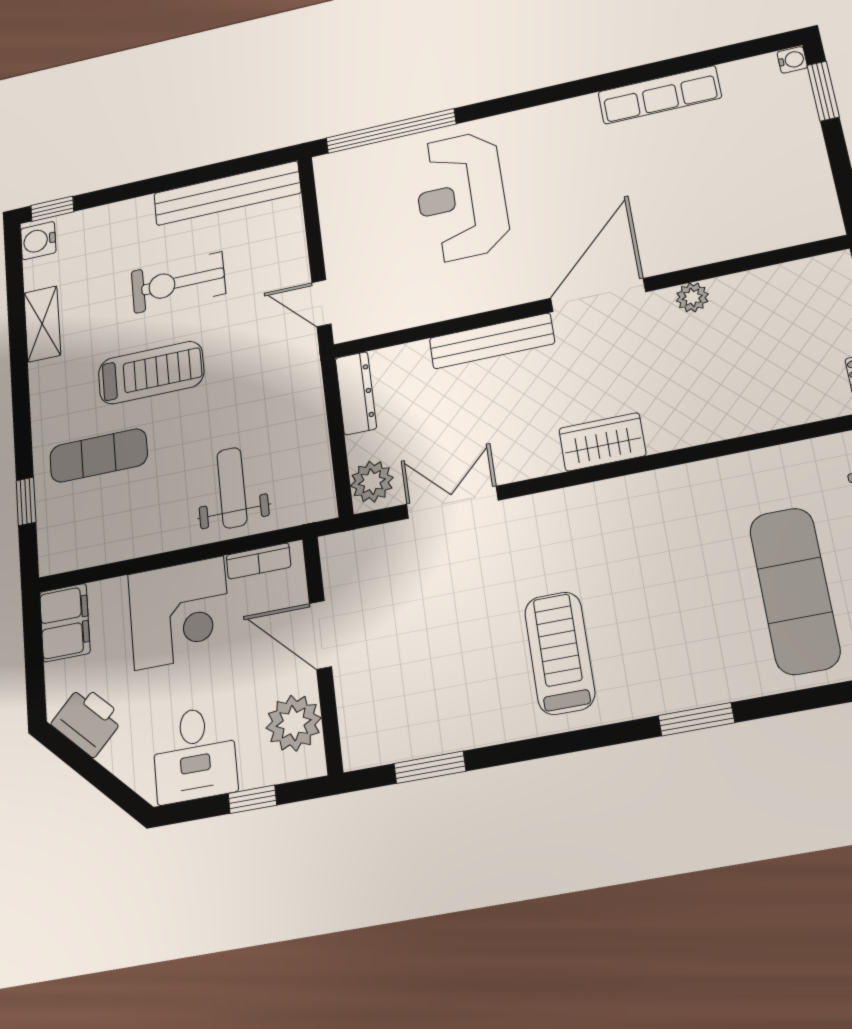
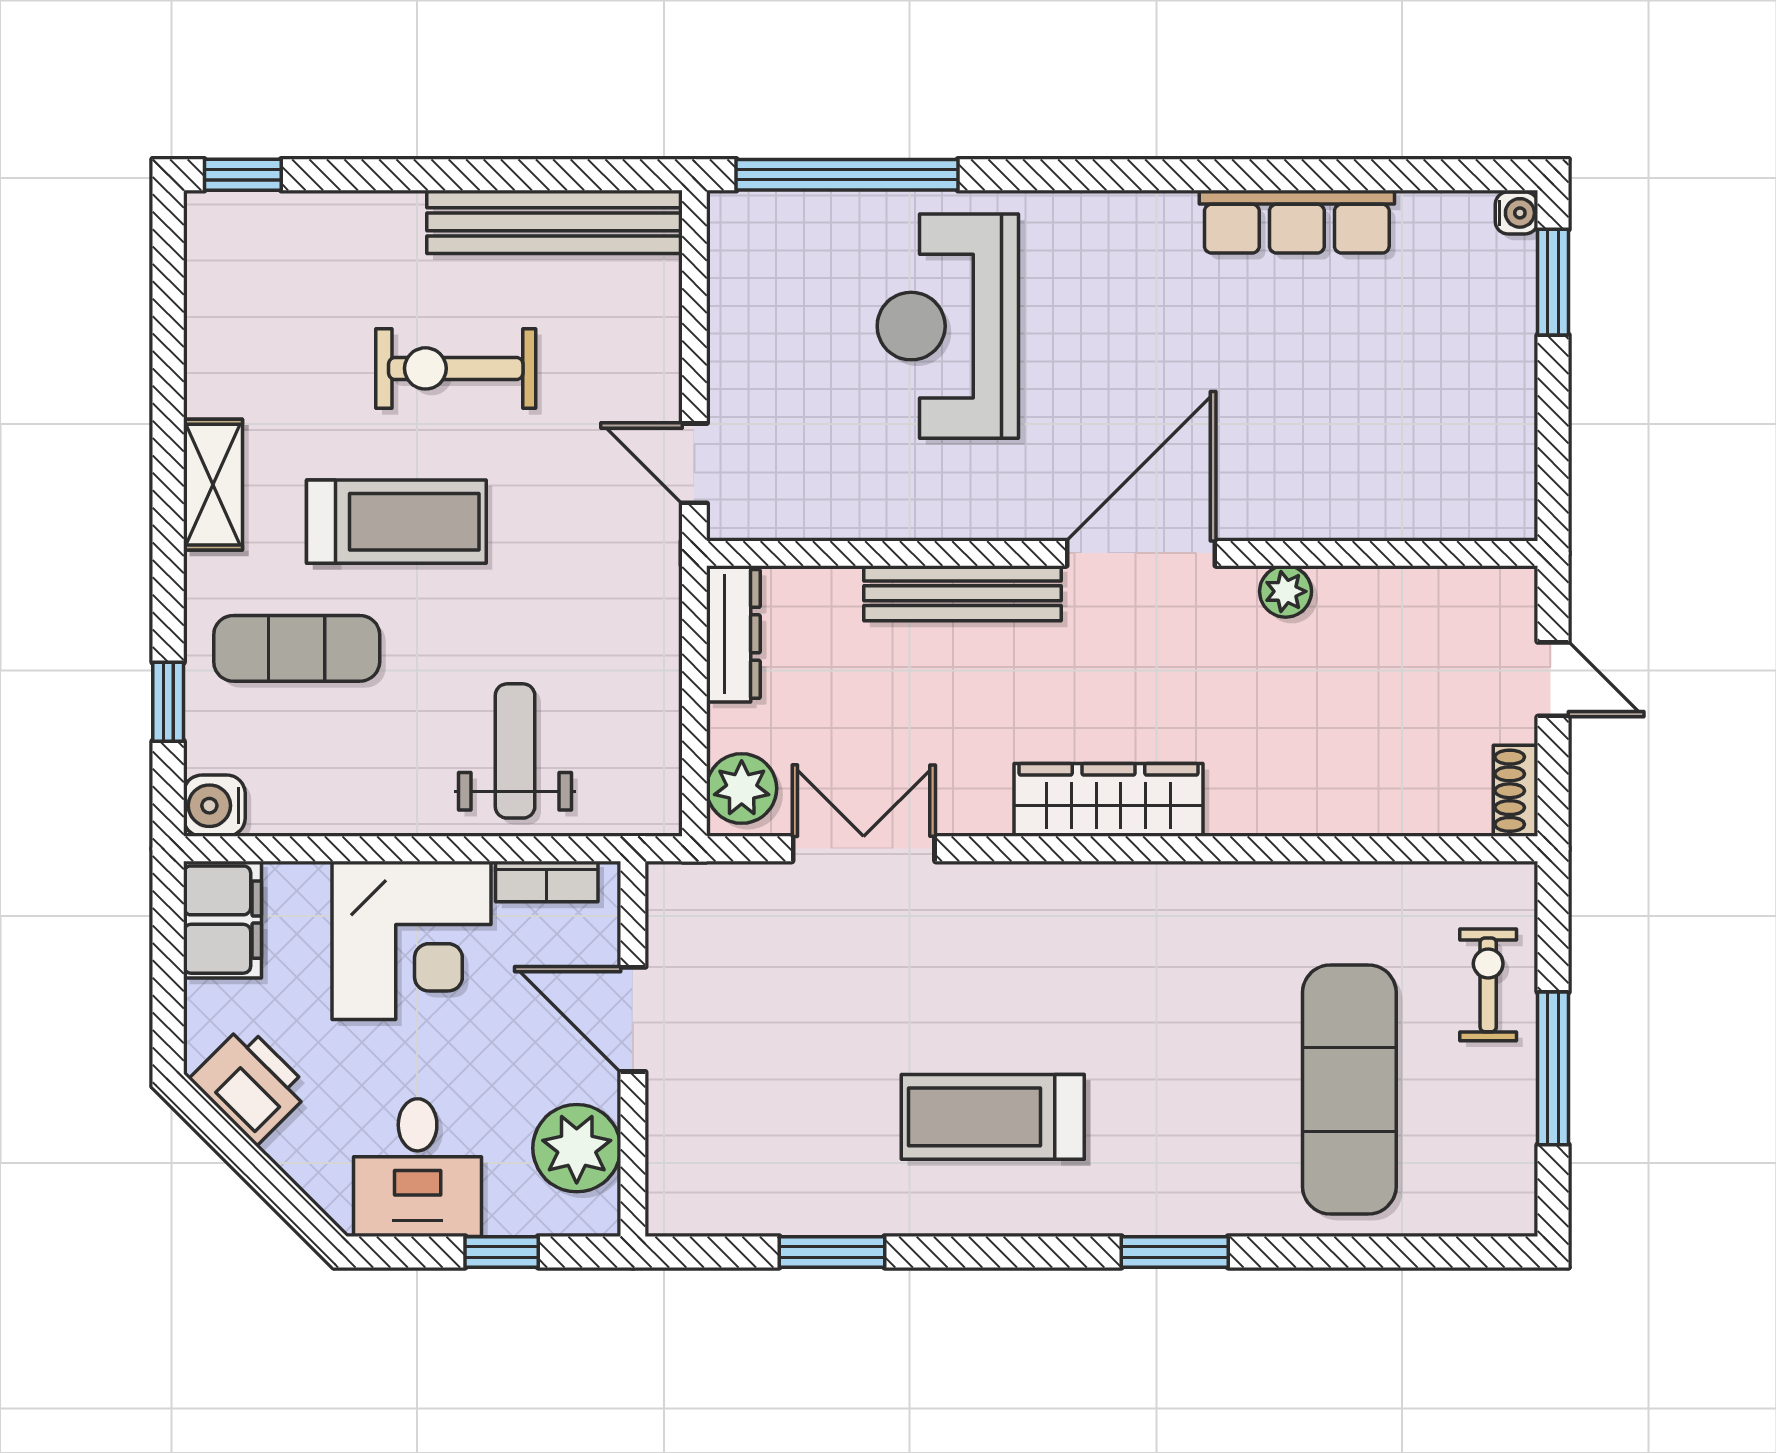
water cooler: (38, 241) -> (214, 806), moved
shelving: (42, 324) -> (213, 485), moved
wardrobe: (602, 442) -> (1109, 800), width x1.50
treadmill: (560, 653) -> (993, 1117), turned -90
window: (430, 767) -> (832, 1252), moved

